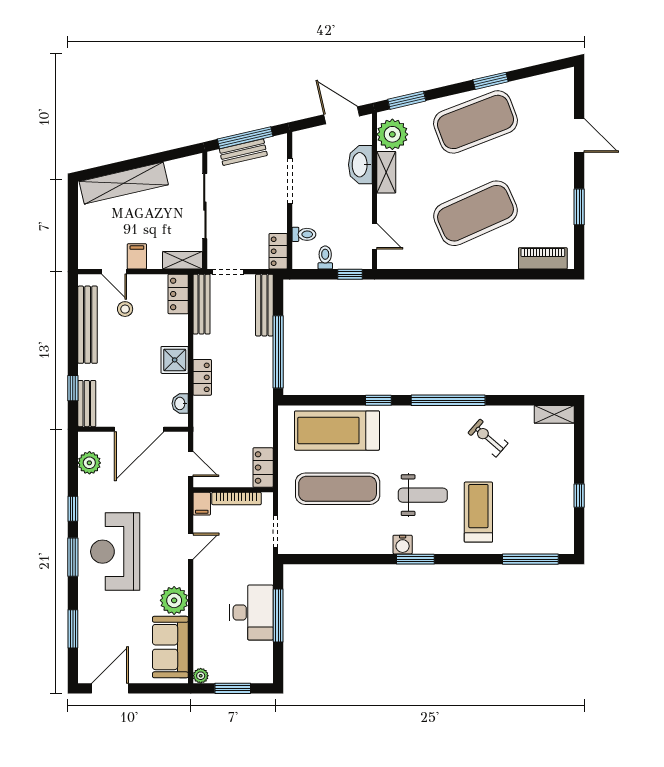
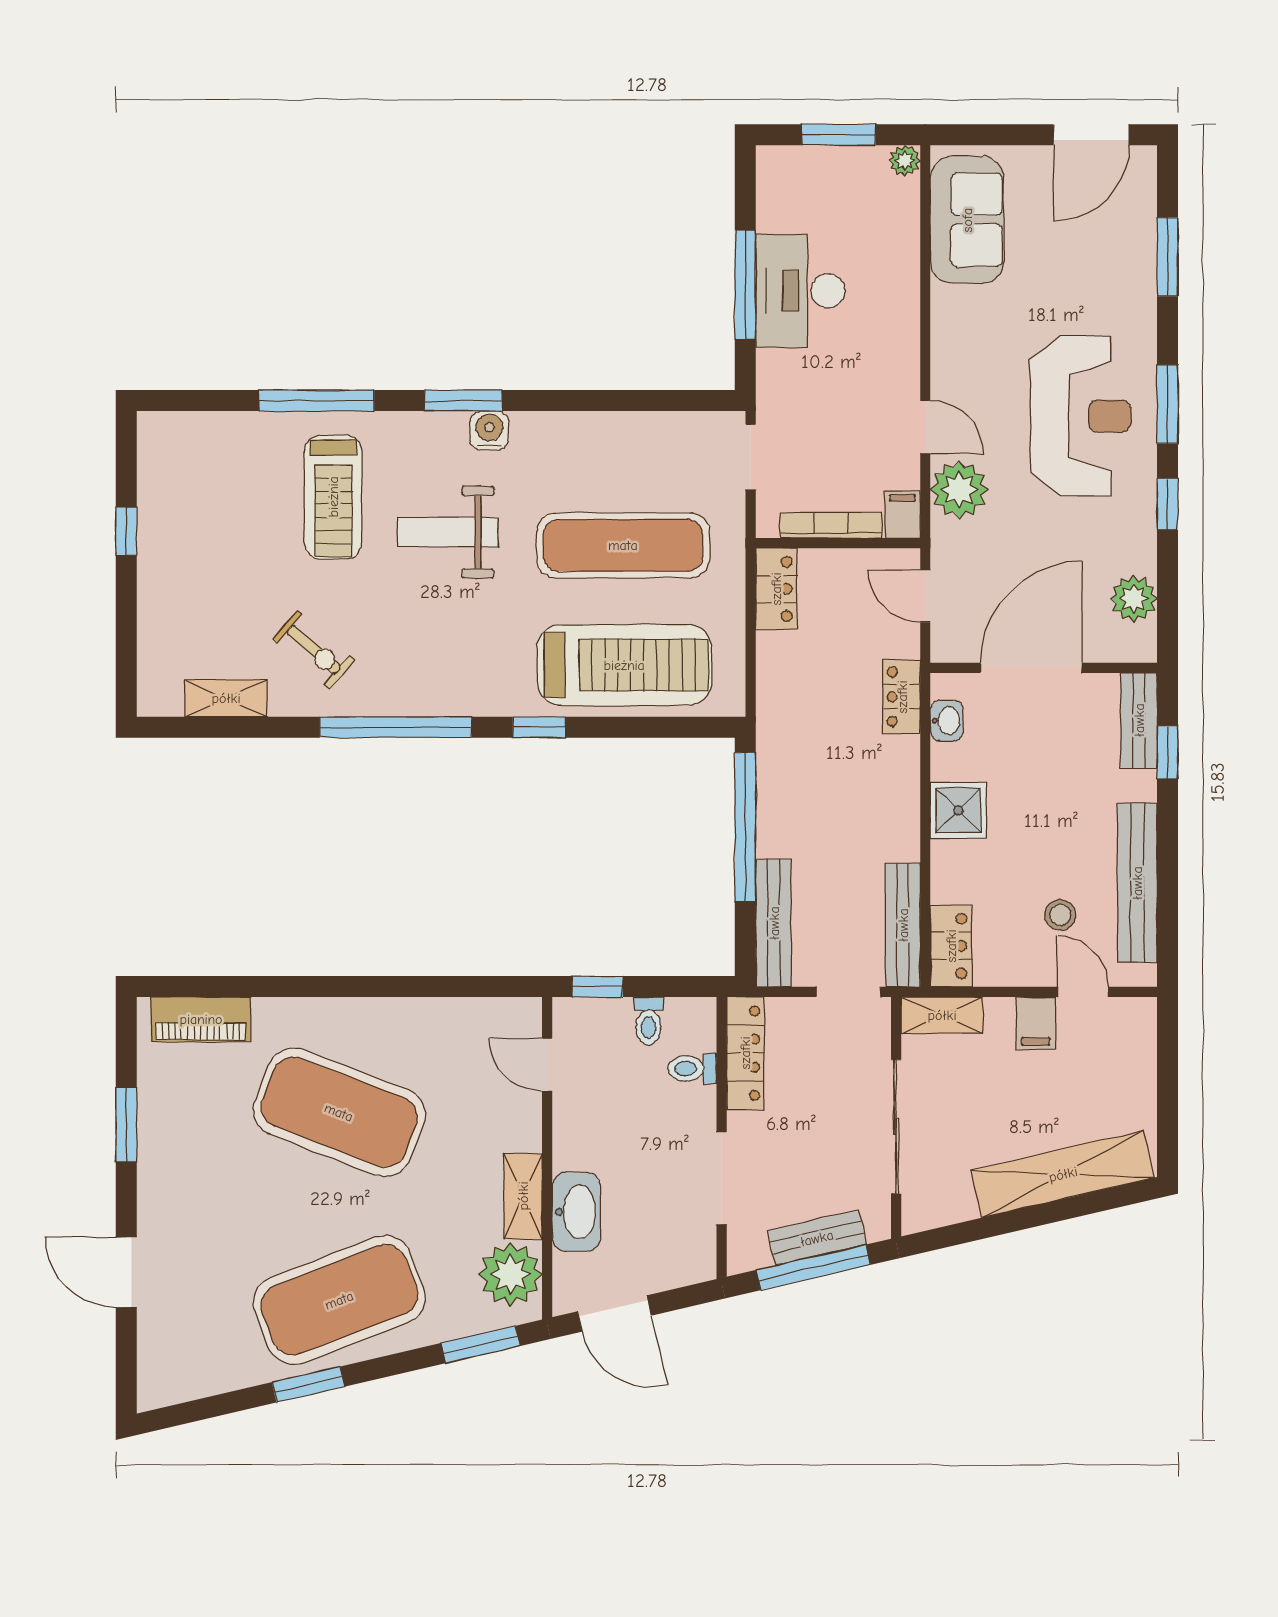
exercise mat: (475, 213) -> (339, 1112), turned 45
locker: (278, 251) -> (745, 1053), width x1.53
locker: (202, 377) -> (902, 697), moved
shelving: (554, 414) -> (226, 698), moved
door: (191, 546) -> (925, 427), swing flipped
window: (530, 559) -> (317, 401), moved
plant: (174, 600) -> (959, 490), moved

